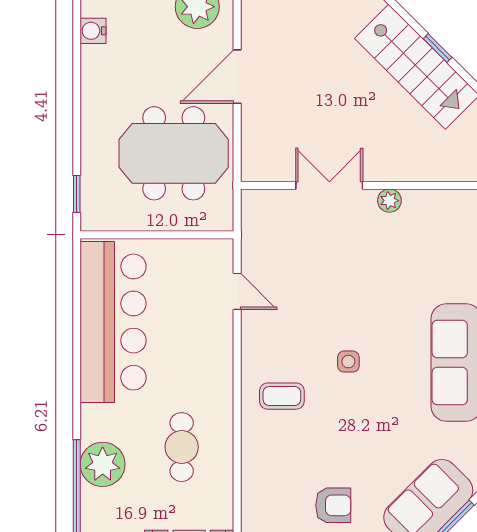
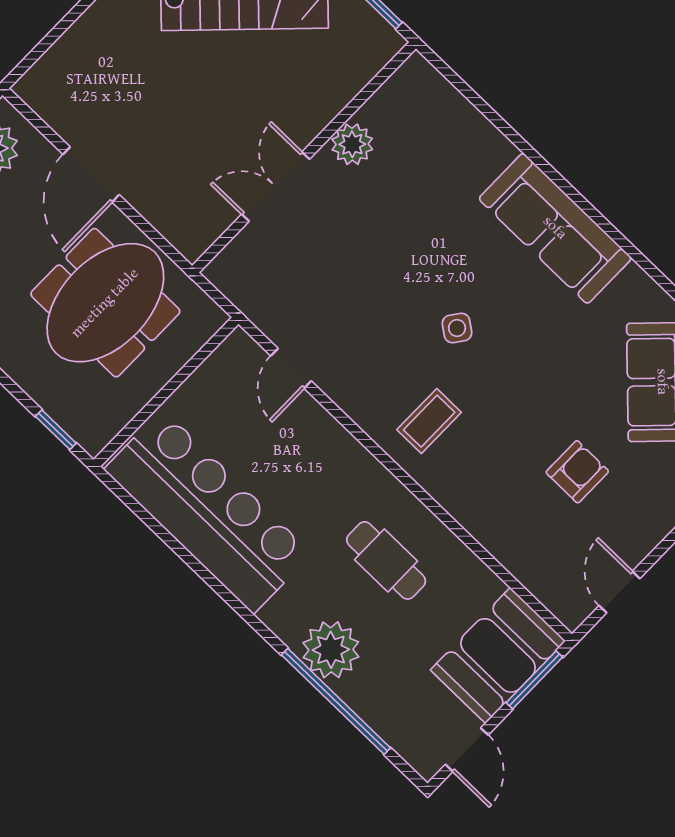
plant: (389, 201) -> (352, 144), width x1.38, depth x1.38
door: (237, 291) -> (291, 368), swing flipped
side table: (348, 362) -> (457, 328), turned 36

